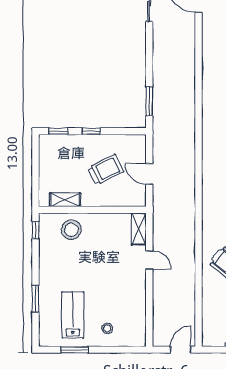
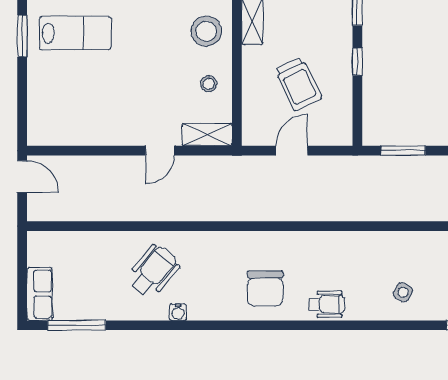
stool: (107, 328) -> (209, 84), moved
door: (181, 350) -> (22, 176), moved

